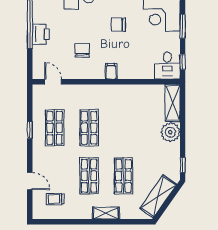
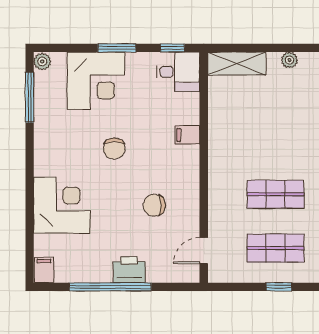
filing cabinet: (111, 71) -> (187, 135), moved
plant: (170, 132) -> (289, 60), width x0.53, depth x0.53

